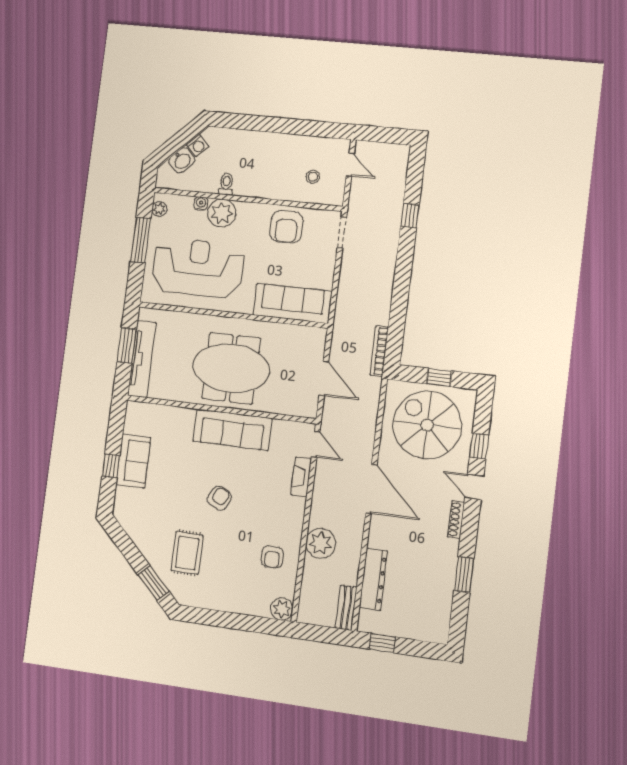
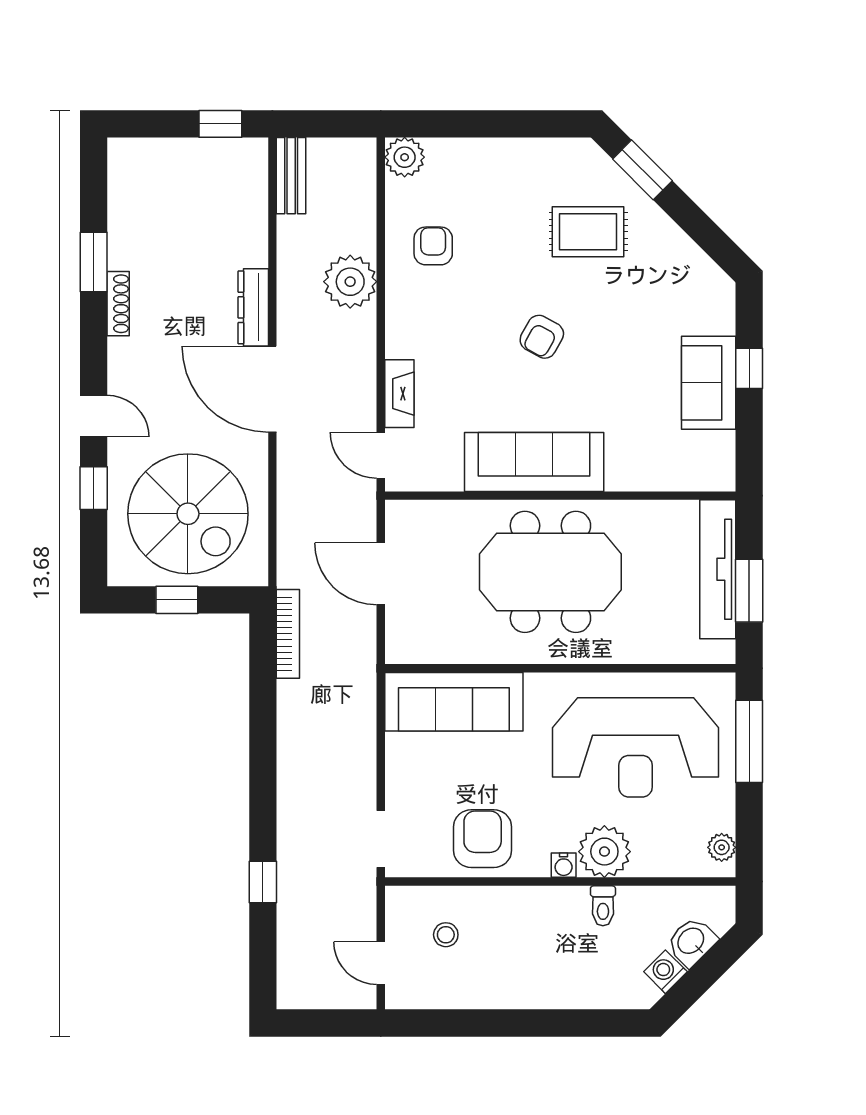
water cooler: (201, 204) -> (564, 865), moved
window: (141, 240) -> (749, 741), moved
shoe rack: (456, 519) -> (118, 304), moved
rug: (187, 553) -> (588, 232), turned 90
dresser: (373, 579) -> (253, 307), moved, width x0.73, depth x0.80

